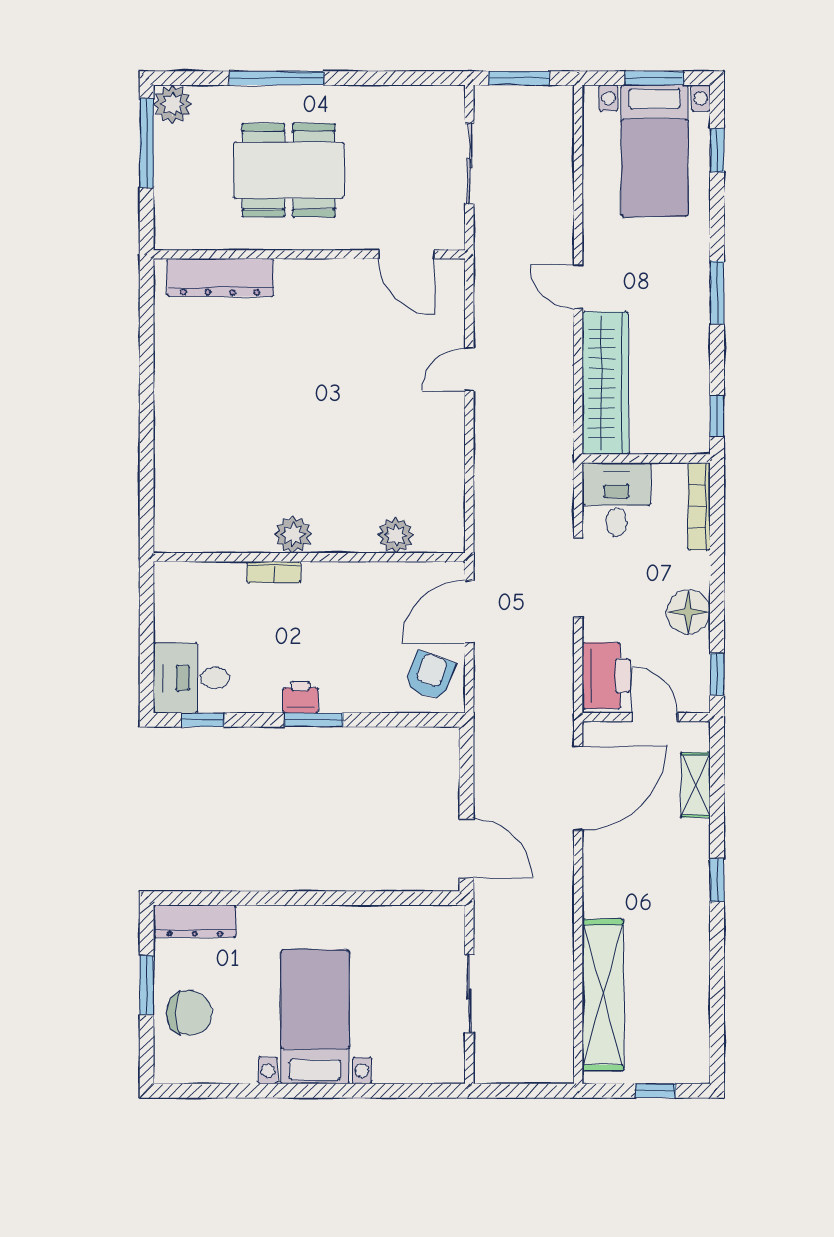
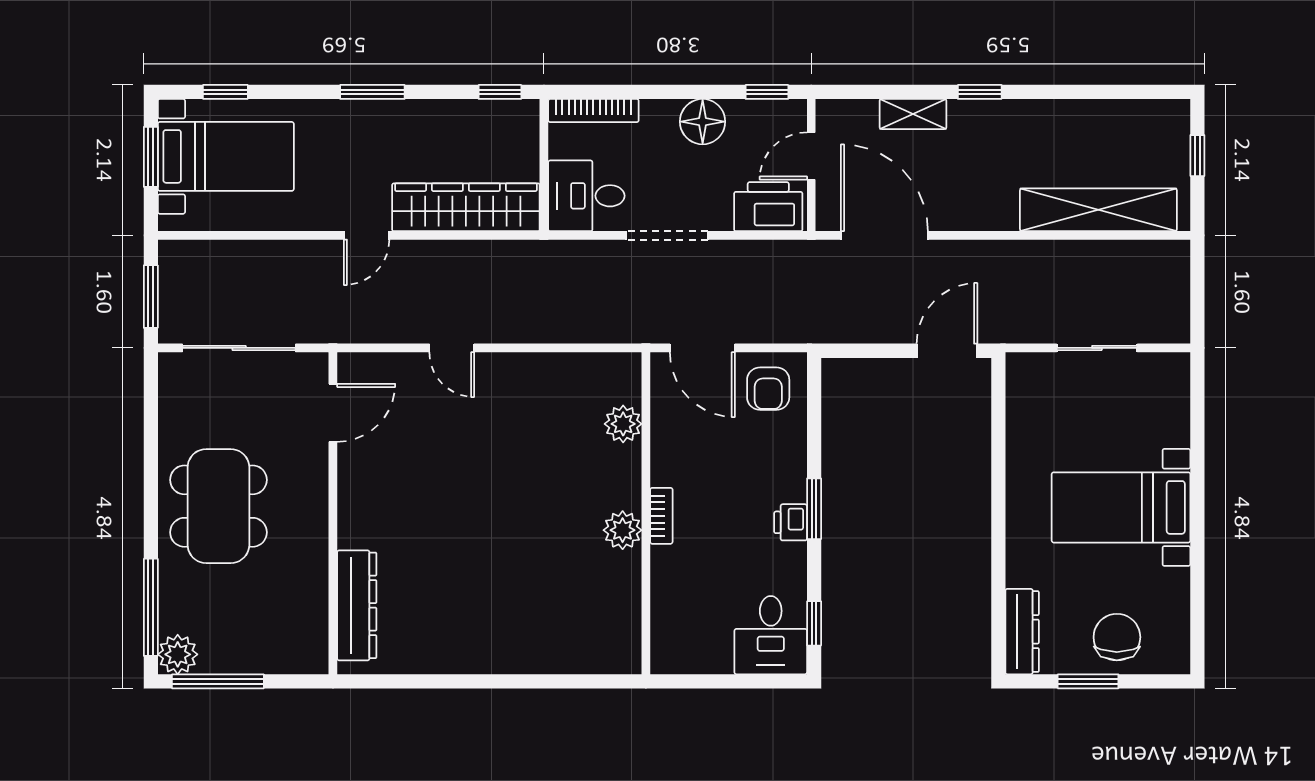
window: (277, 78) -> (151, 607), moved
sliding door: (469, 164) -> (239, 348), width x1.37
dining table: (289, 170) -> (218, 506), moved
bookcase: (274, 572) -> (661, 516), moved
armchair: (430, 676) -> (768, 389), turned -110
shelving: (696, 785) -> (913, 114), moved

